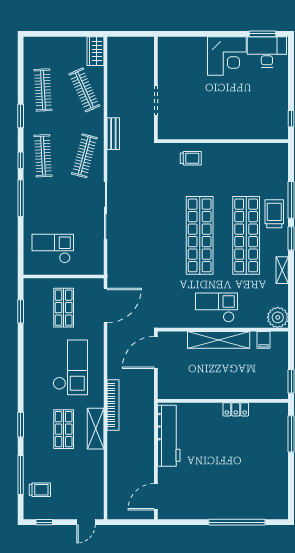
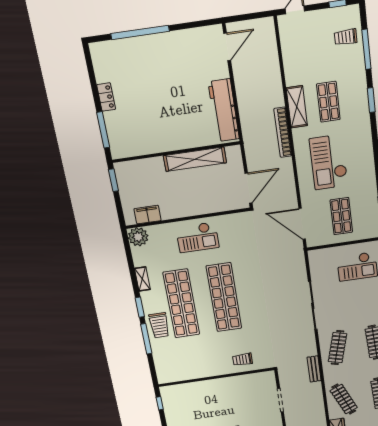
door: (106, 306) -> (302, 224), hinge flipped
shelving: (219, 340) -> (195, 159), moved
filing cabinet: (264, 340) -> (148, 215), width x2.00
locker: (236, 409) -> (106, 97), moved, turned 90

